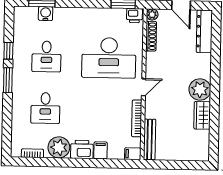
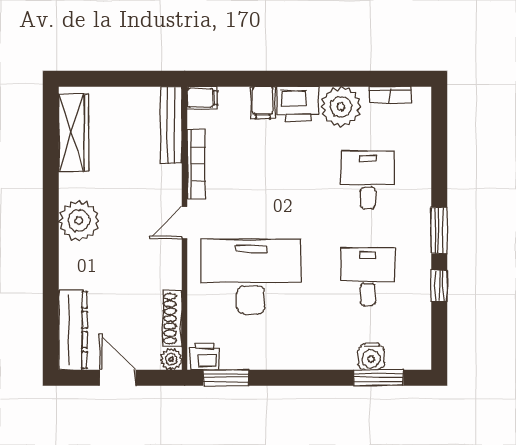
wardrobe: (202, 115) -> (74, 133), moved, width x1.50

